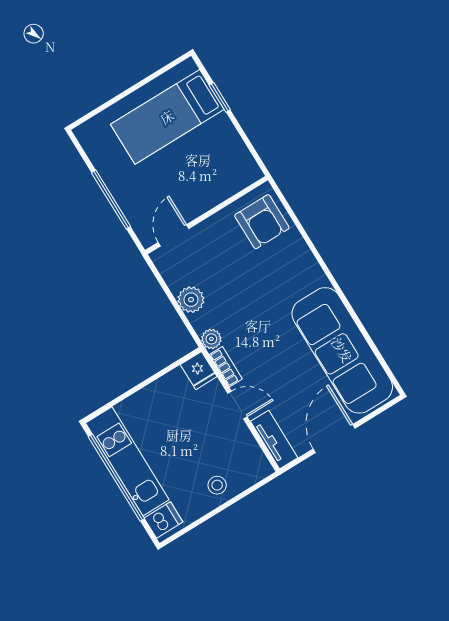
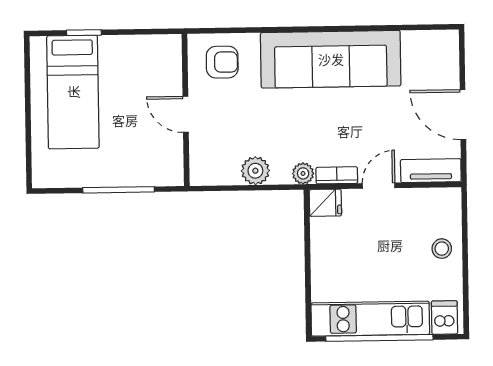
armchair: (262, 222) -> (222, 62), width x0.72, depth x0.72
door: (174, 235) -> (186, 114), moved
sofa: (342, 350) -> (331, 59), moved

